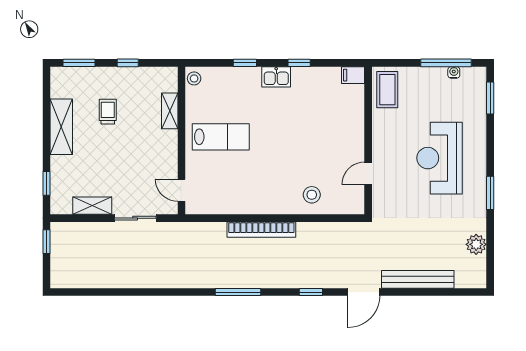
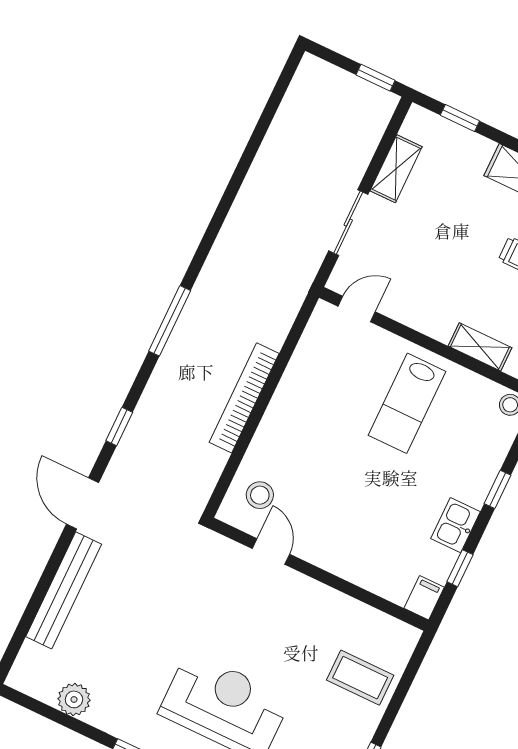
filing cabinet: (353, 75) -> (424, 598), moved
wall: (368, 140) -> (319, 574), moved
door: (368, 173) -> (271, 551), moved

